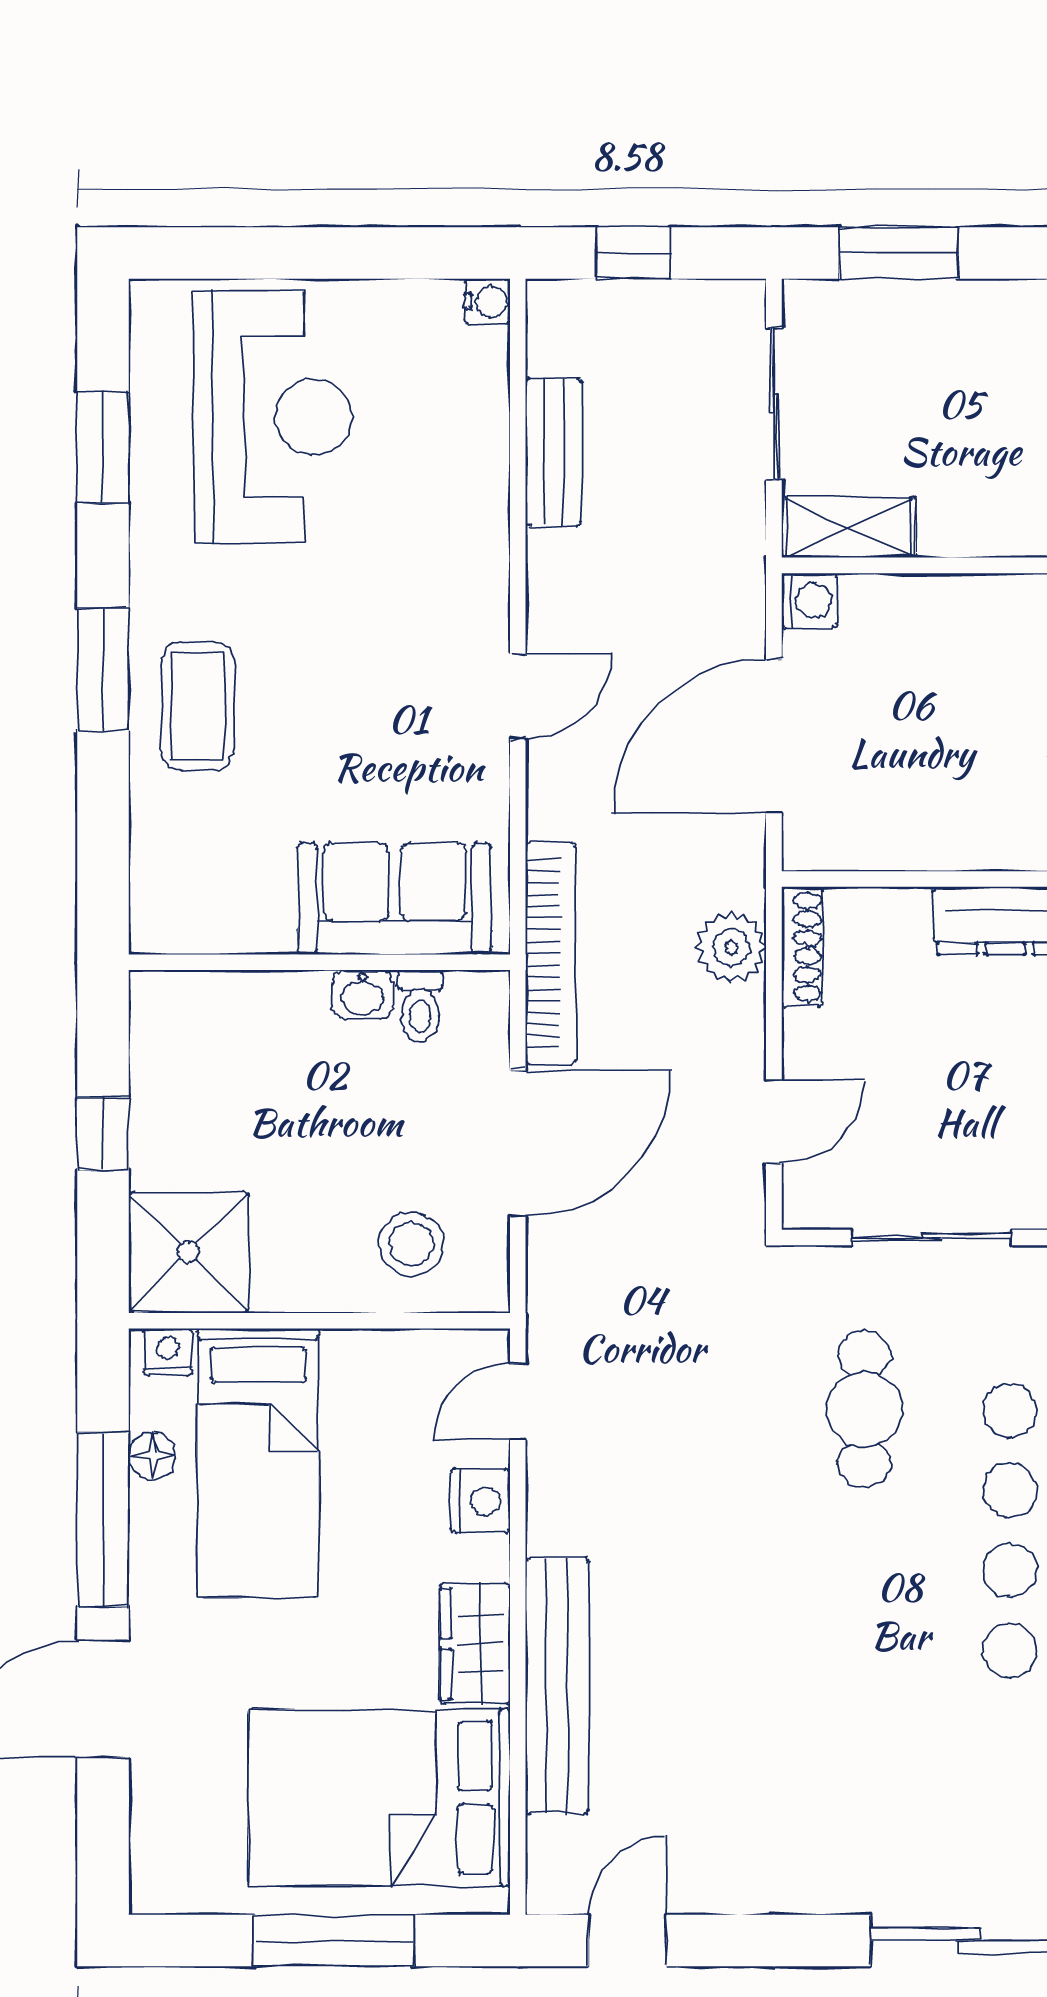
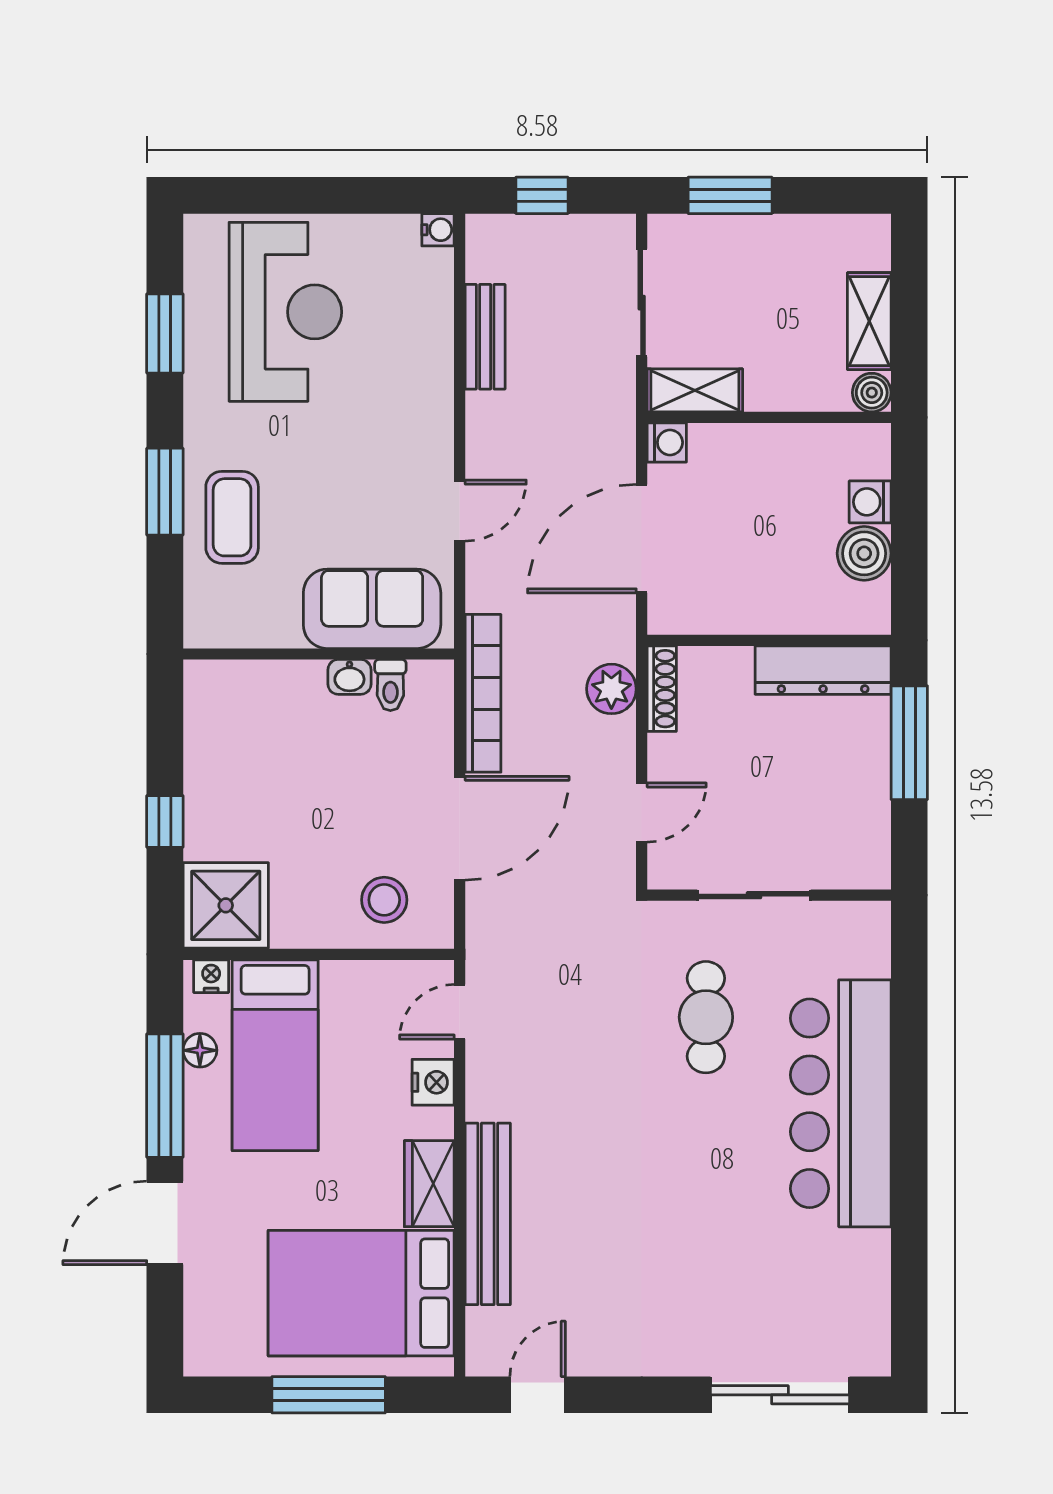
sofa: (394, 899) -> (372, 609), moved
wall: (319, 962) -> (319, 654), moved
washbasin: (363, 995) -> (349, 677), moved
toilet: (420, 1006) -> (390, 685), moved

